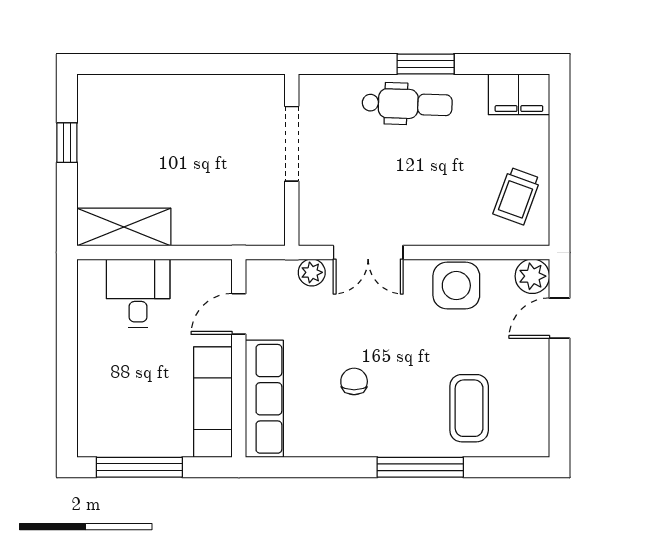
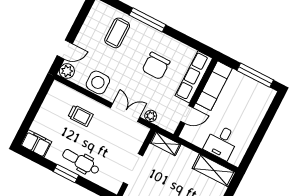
trolley: (517, 196) -> (80, 116), moved, turned 70
shelving: (252, 231) -> (165, 144), added
chair: (354, 381) -> (156, 66), width x1.87, depth x1.87

